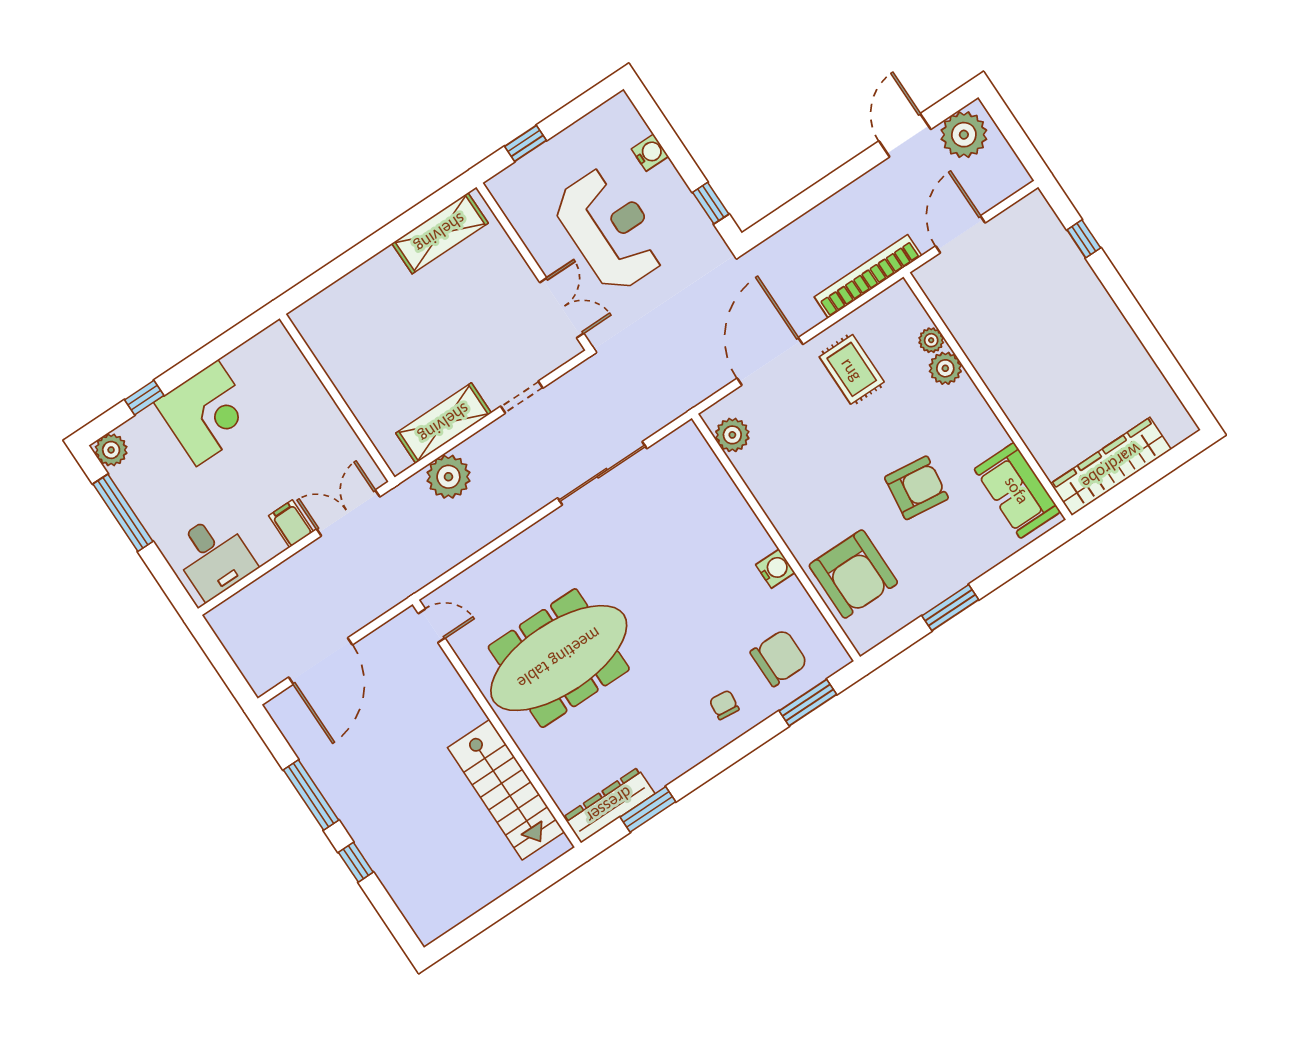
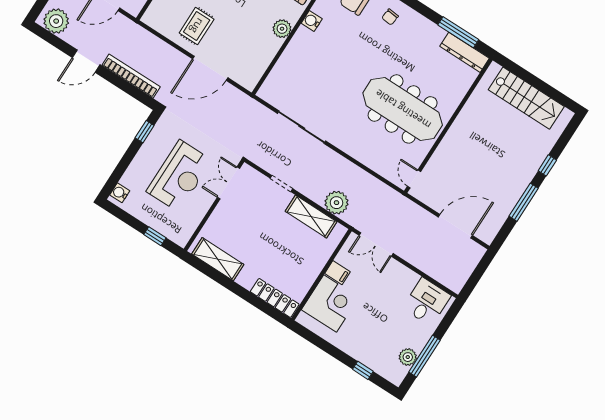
door: (905, 135) -> (86, 61), moved
water cooler: (650, 153) -> (120, 193), moved
reception desk: (610, 229) -> (179, 176), turned 180
bookcase: (868, 276) -> (131, 76), moved, turned 180
locker: (332, 301) -> (275, 298), added
corner desk: (207, 413) -> (330, 304), moved, turned 90
plant: (732, 435) -> (282, 29), moved
plant: (111, 450) -> (408, 357), moved
filing cabinet: (291, 524) -> (337, 273), moved, turned -90
stairs: (506, 790) -> (526, 98), moved, turned 90
window: (648, 809) -> (458, 32), width x1.44

